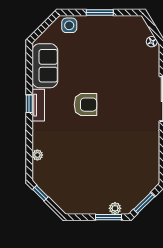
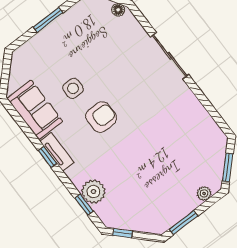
side table: (69, 25) -> (73, 88), moved
window: (29, 154) -> (84, 205), added
plant: (37, 155) -> (93, 192), width x1.88, depth x1.88
window: (109, 217) -> (183, 223), moved

